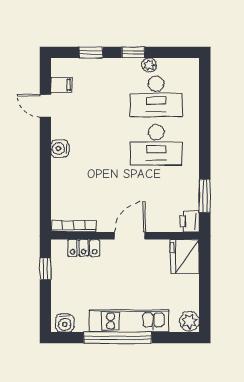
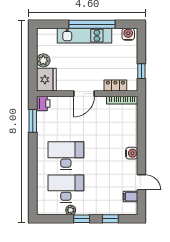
plant: (189, 321) -> (43, 60), moved

